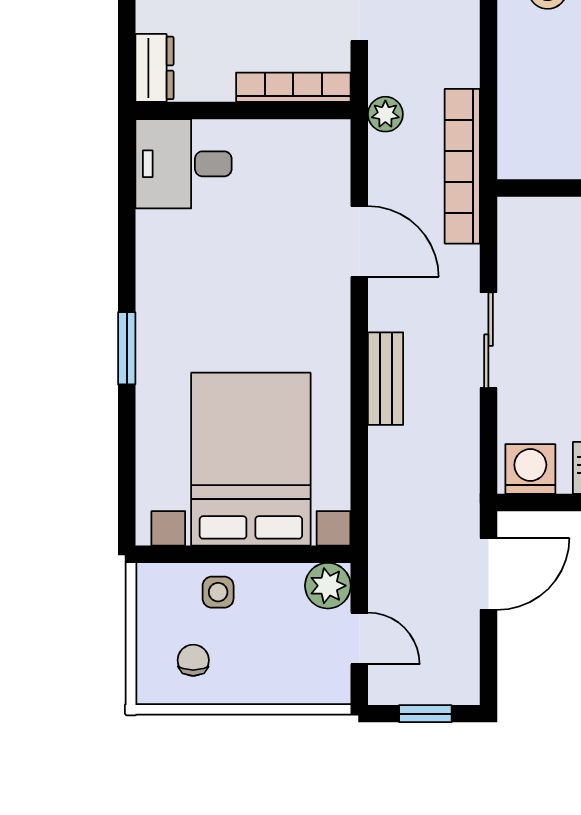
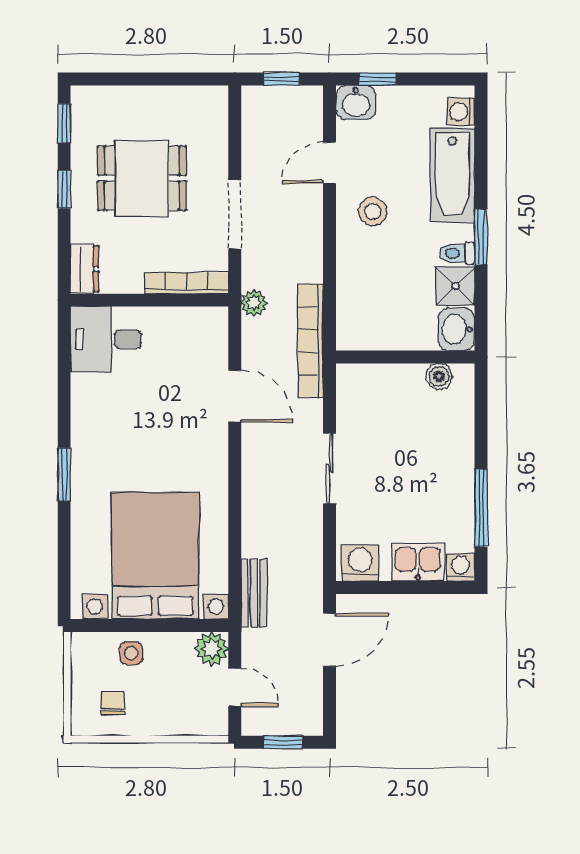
bench: (386, 379) -> (254, 593), moved

